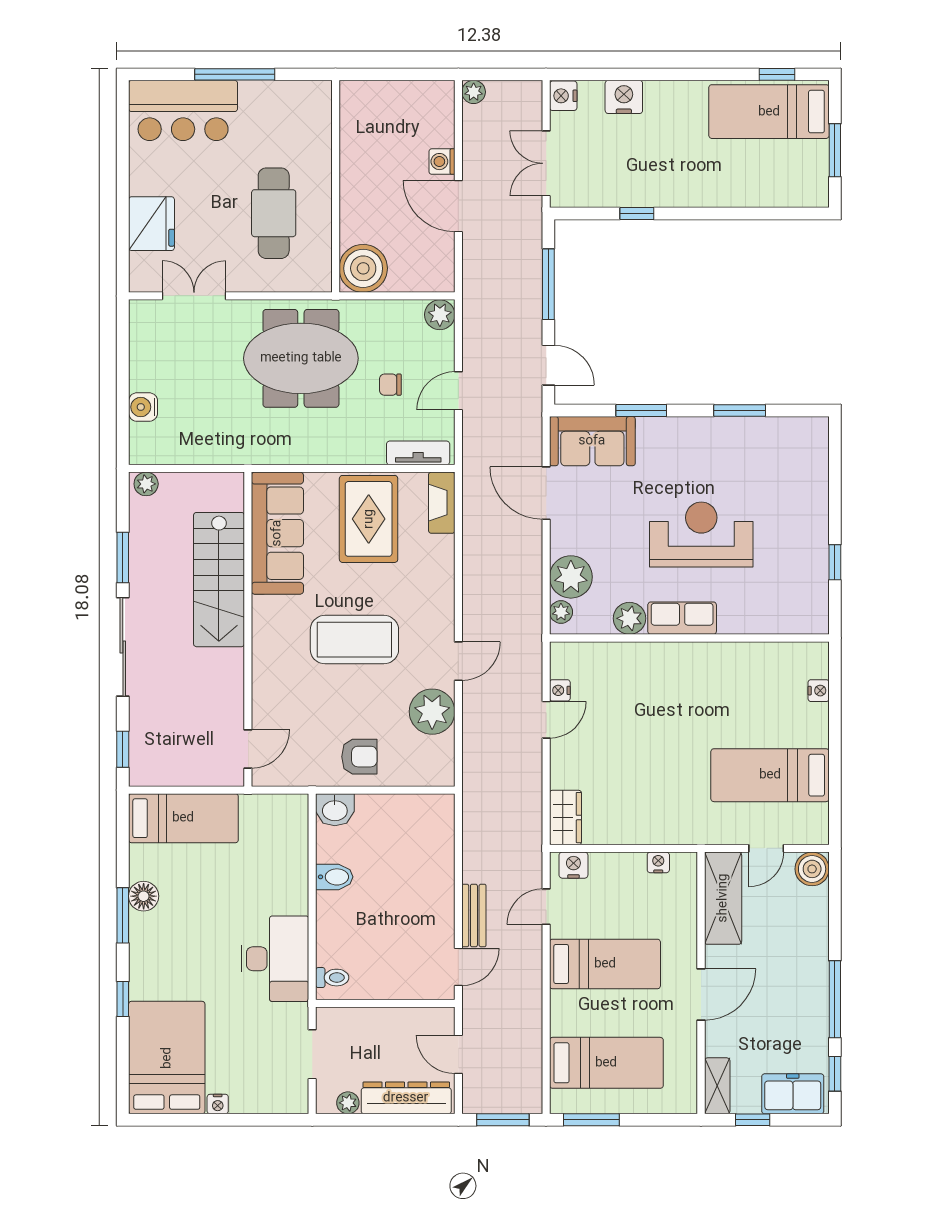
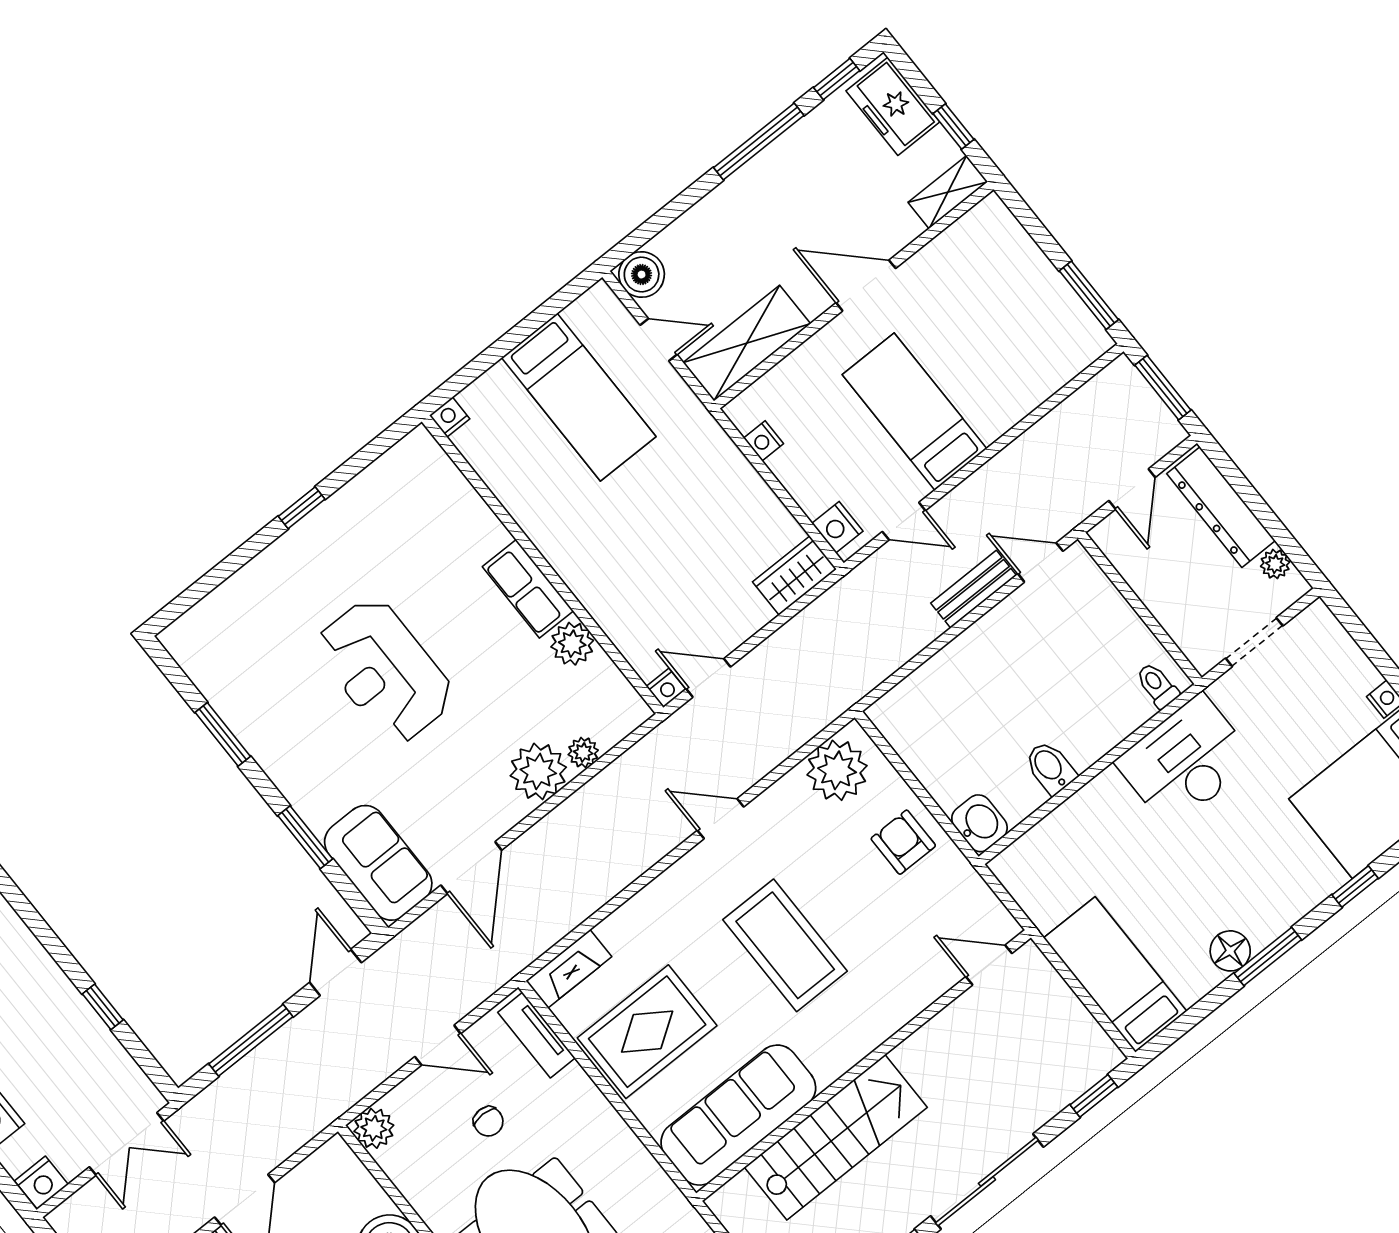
plant: (629, 618) -> (572, 644), moved
row of seats: (682, 618) -> (528, 589), moved
wall: (689, 638) -> (543, 565), moved
plant: (432, 712) -> (837, 770), moved
bed: (606, 1063) -> (1017, 327), removed

